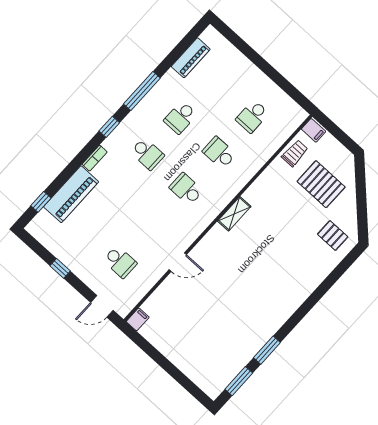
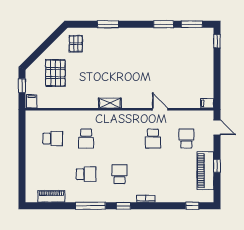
window: (340, 135) -> (22, 86), added
trolley: (295, 153) -> (52, 100), removed
school desk: (186, 189) -> (153, 139), moved
piano: (71, 194) -> (205, 171), moved, turned -90
window: (322, 290) -> (108, 24), added
window: (196, 392) -> (217, 41), added

